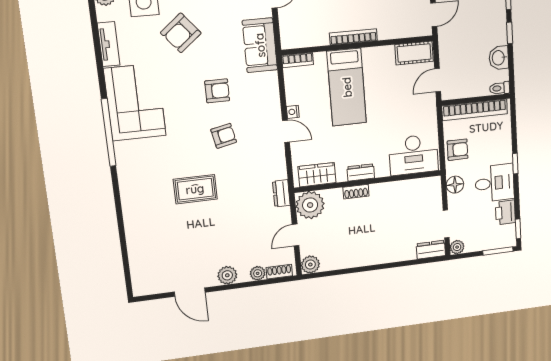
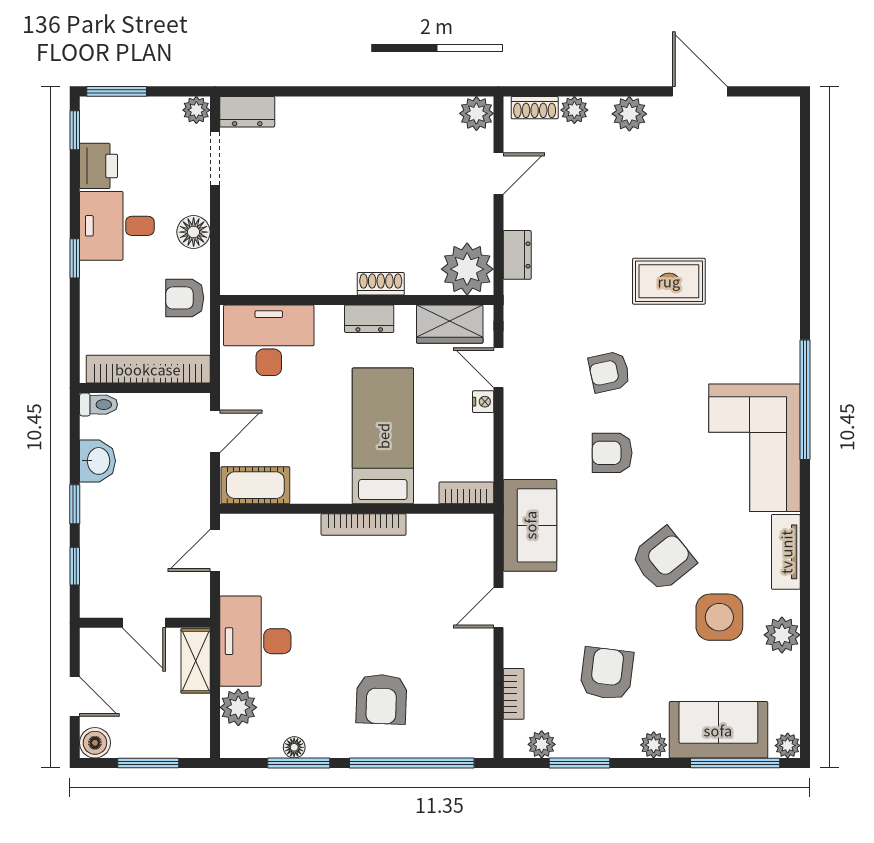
desk: (413, 155) -> (269, 340), moved
dresser: (361, 172) -> (369, 319), moved
wardrobe: (317, 175) -> (450, 324), moved
wall: (368, 182) -> (357, 300), moved
shoe rack: (356, 192) -> (381, 284), moved
plant: (310, 205) -> (467, 269), moved

